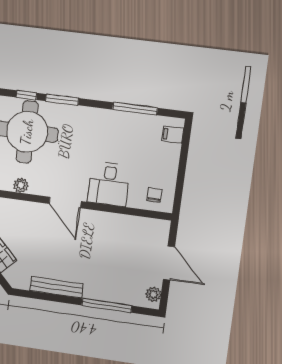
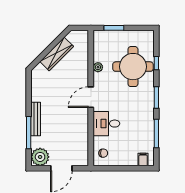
window: (62, 100) -> (156, 97), moved
bench: (56, 287) -> (36, 119), moved
plant: (153, 294) -> (40, 157), width x1.88, depth x1.88

